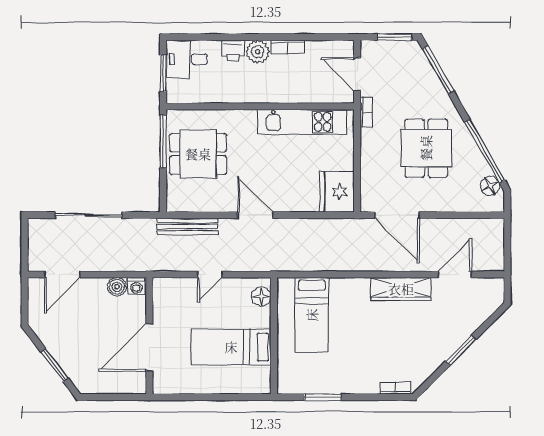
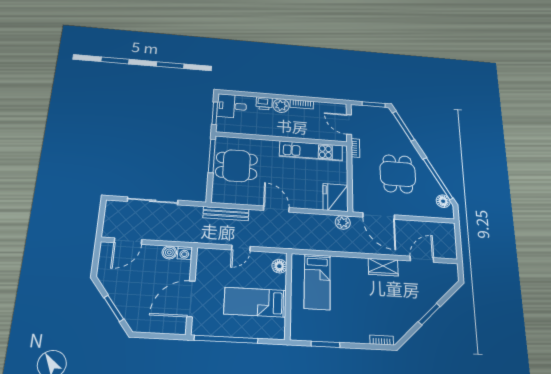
plant: (347, 228) -> (343, 222), added
wardrobe: (401, 289) -> (383, 267), width x0.67
window: (197, 397) -> (226, 339), added

